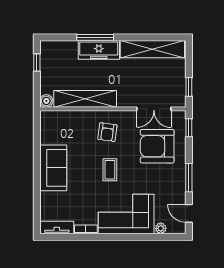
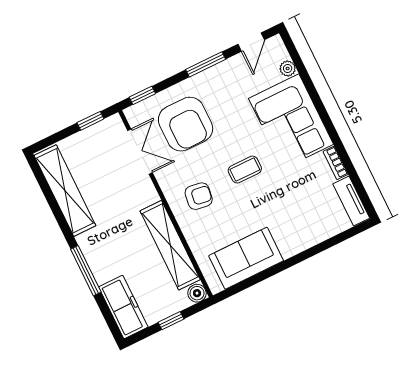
freezer: (99, 50) -> (123, 307), moved
window: (37, 62) -> (171, 321), moved
sofa: (53, 168) -> (246, 258), moved

